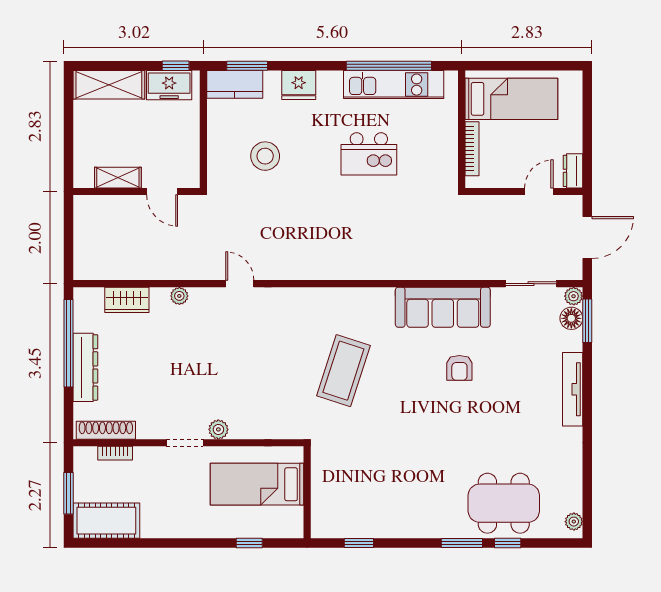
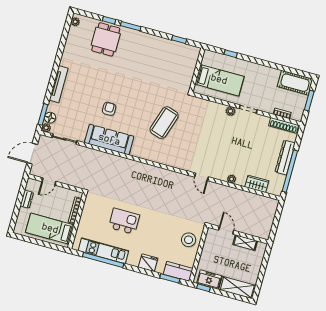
stool: (265, 156) -> (189, 240), moved
dresser: (573, 171) -> (27, 199), moved
dining table: (504, 503) -> (106, 39), width x0.73

